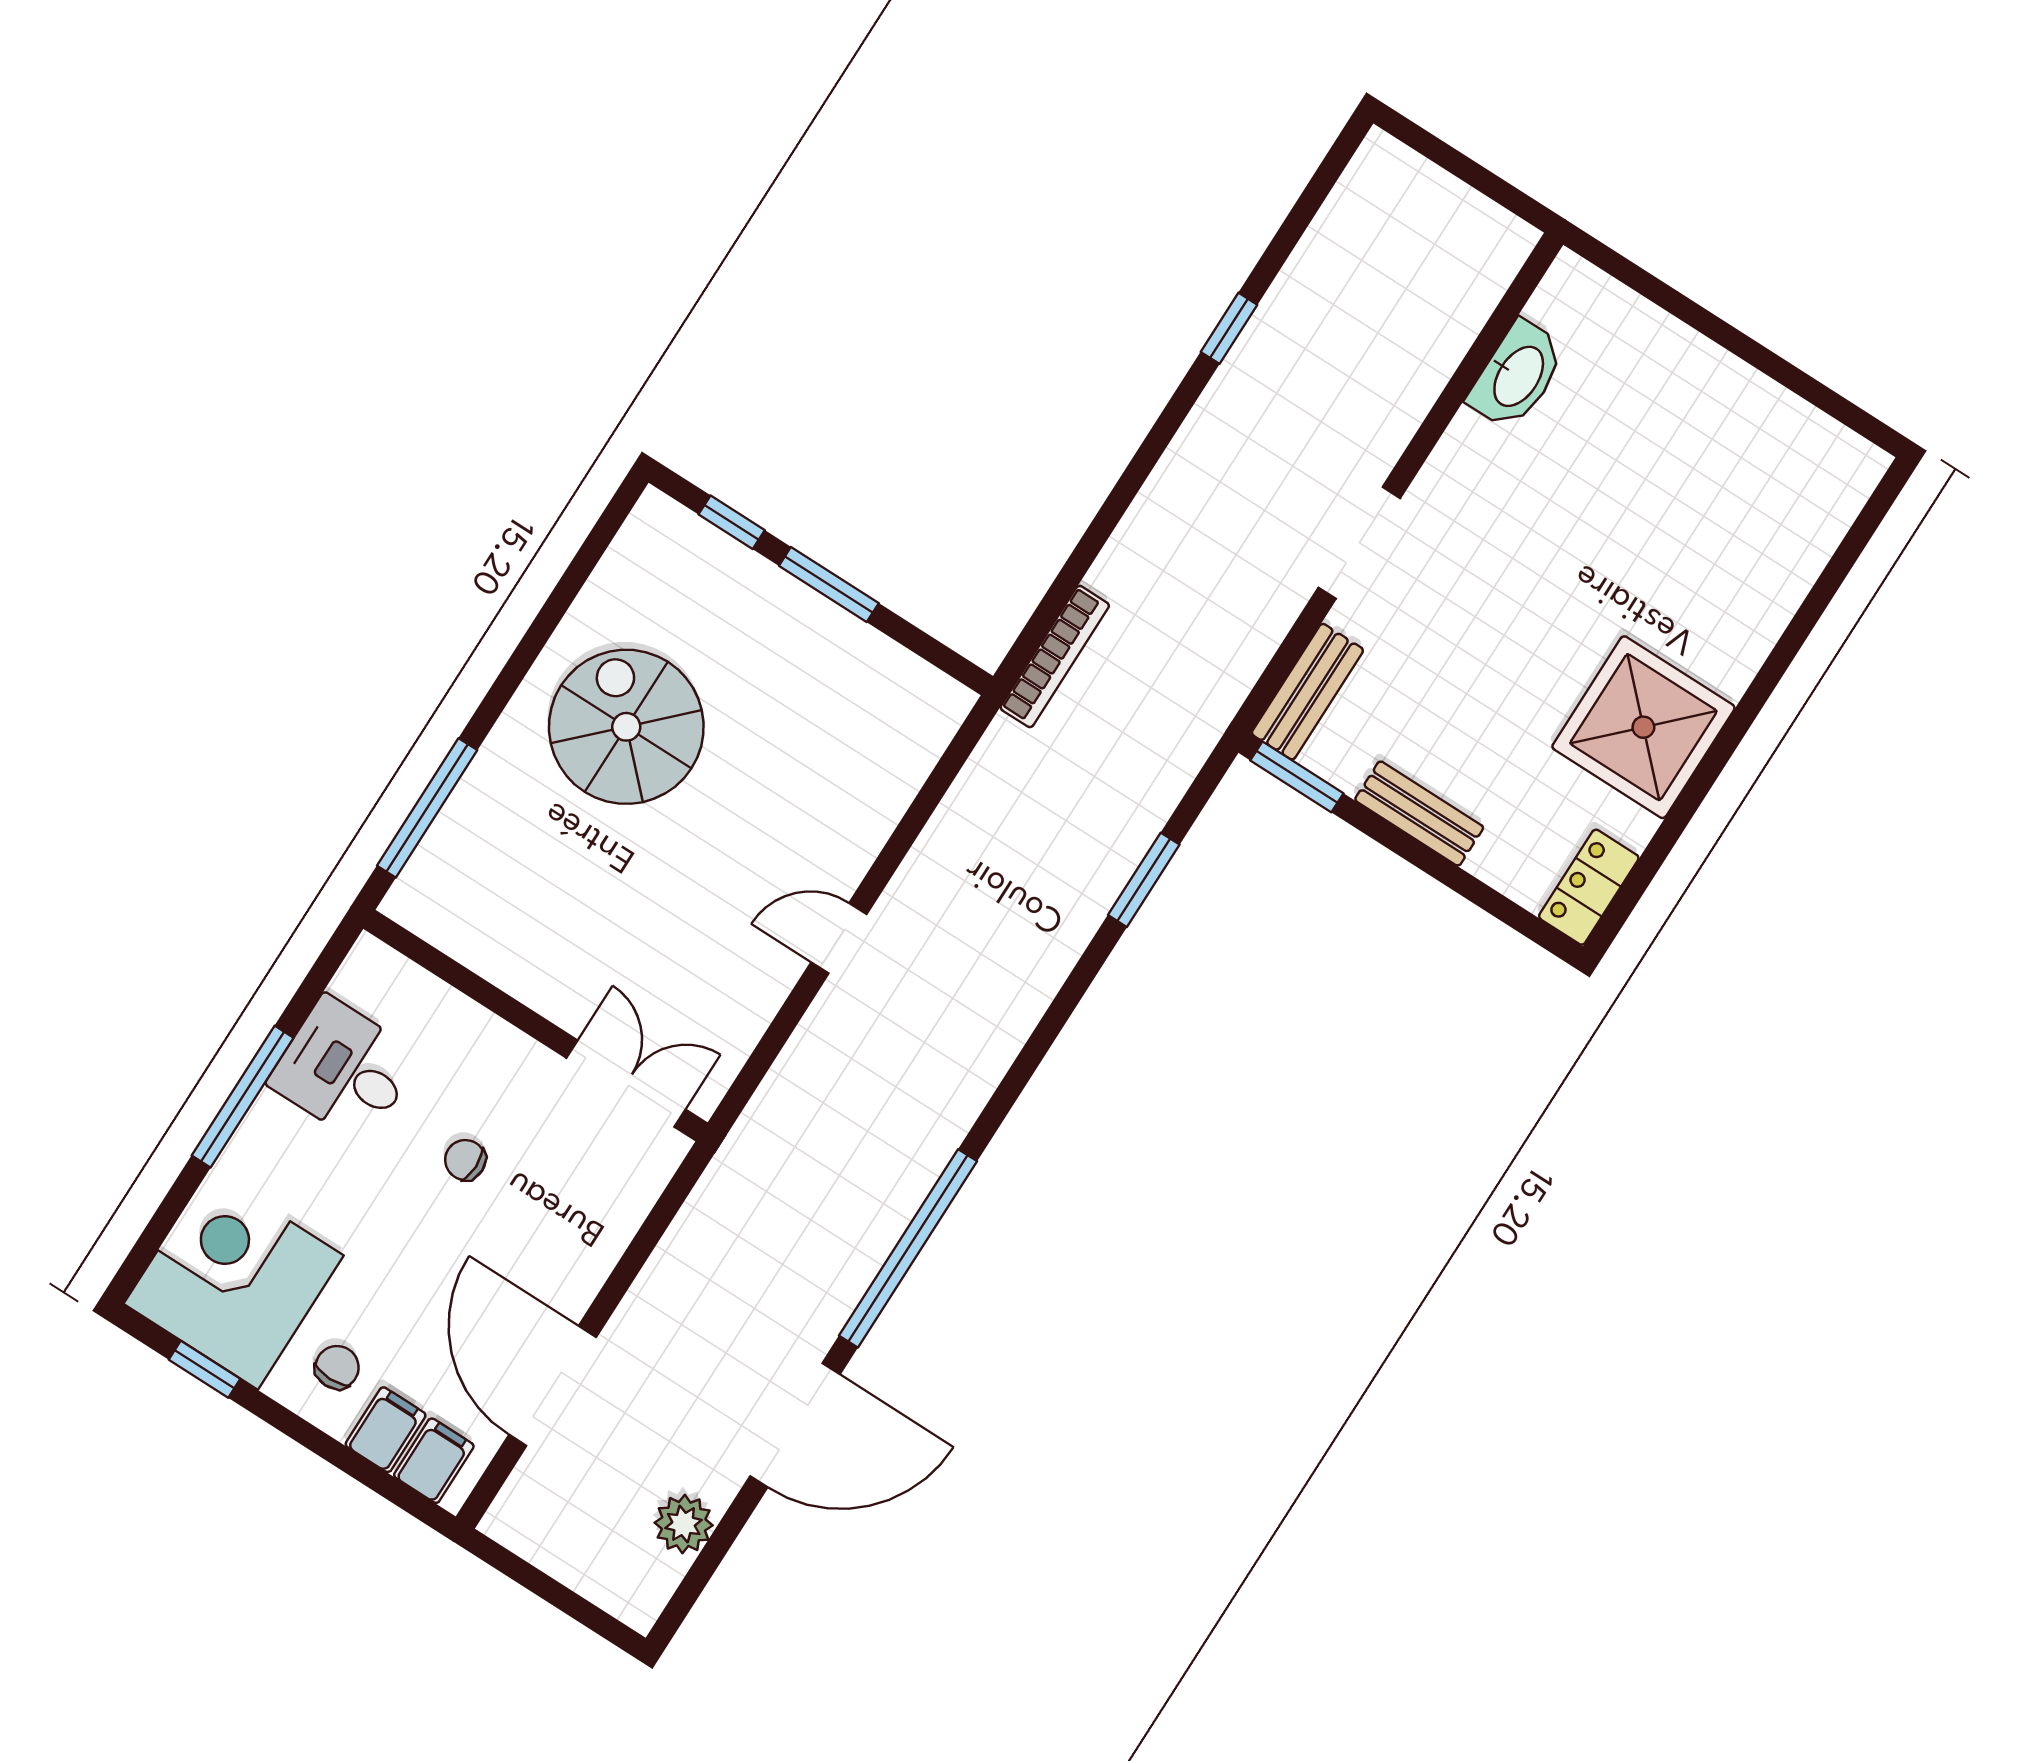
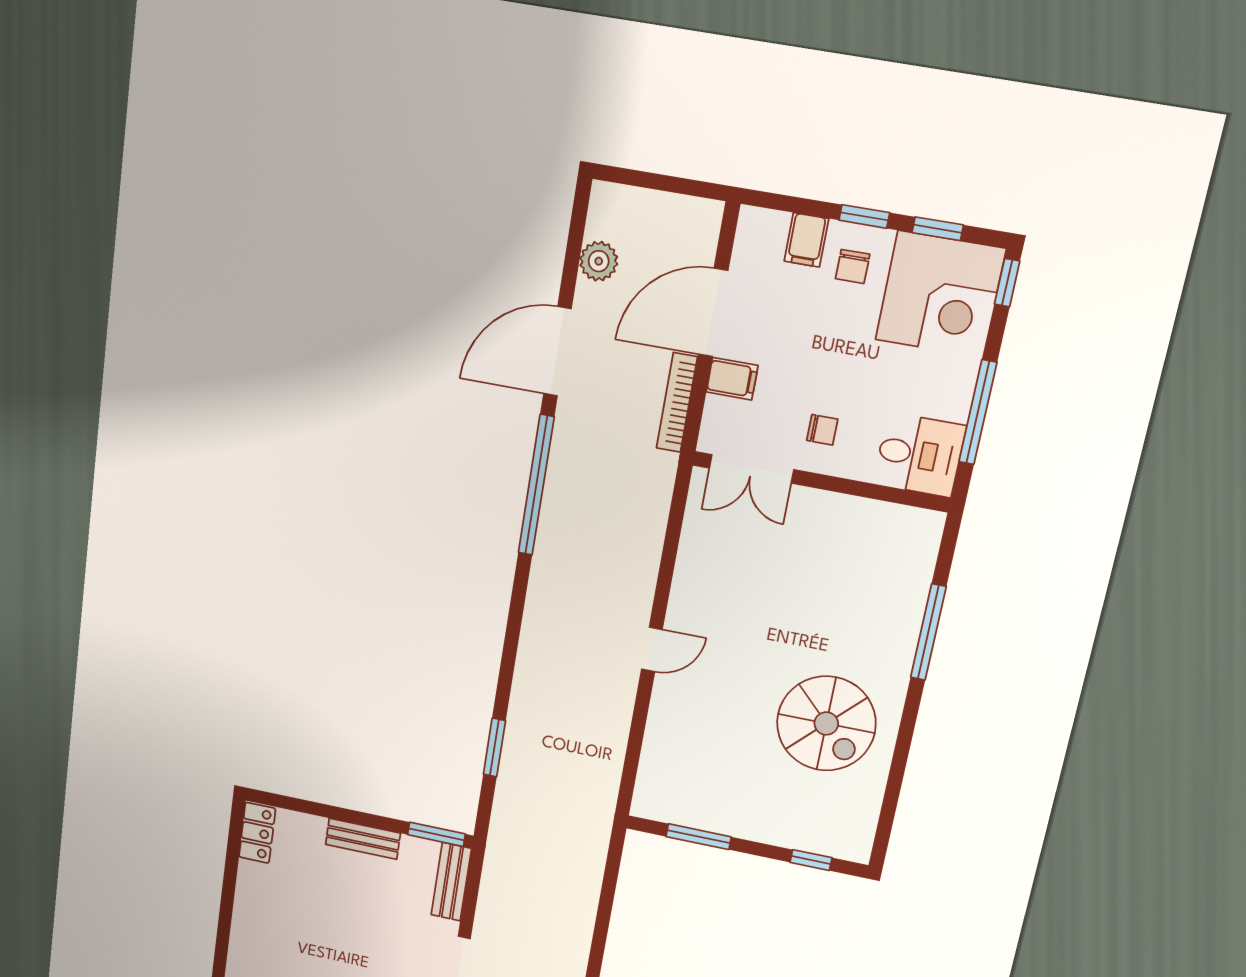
window: (829, 585) -> (699, 837), moved
bookcase: (1055, 657) -> (677, 403), moved
shower: (1643, 727) -> (269, 926), removed
wall: (535, 1026) -> (821, 482), moved
double door: (626, 1084) -> (751, 469), moved
window: (139, 1258) -> (1007, 283), added
door: (553, 1386) -> (713, 313), swing flipped
window: (296, 1428) -> (864, 216), added
filing cabinet: (434, 1461) -> (732, 379), moved, turned -90

